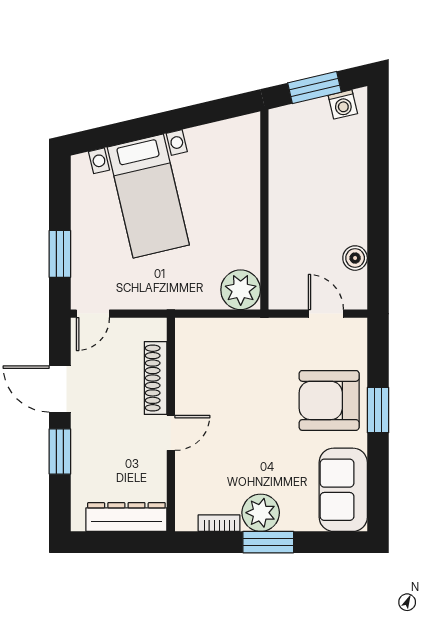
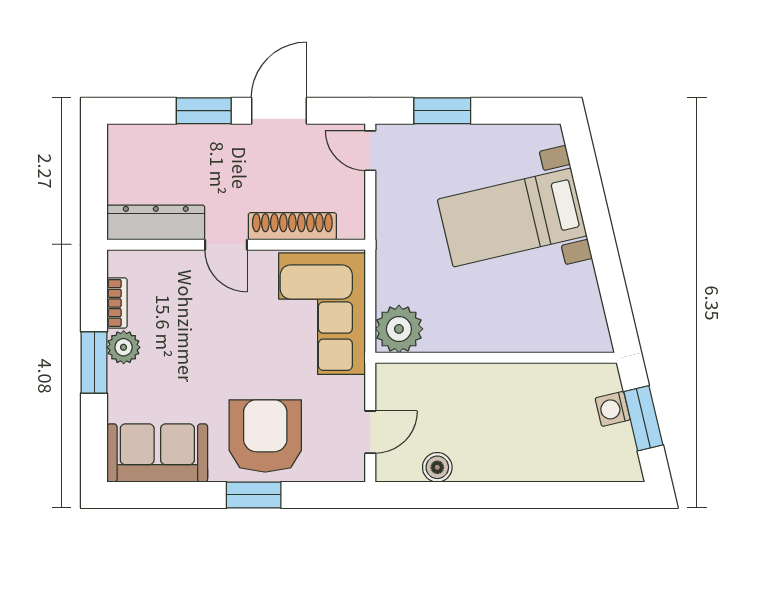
washing machine: (343, 104) -> (613, 409), moved
corner sofa: (228, 354) -> (322, 314), added
plant: (261, 513) -> (124, 347), width x0.73, depth x0.73
dresser: (126, 517) -> (156, 222), moved, turned -90

